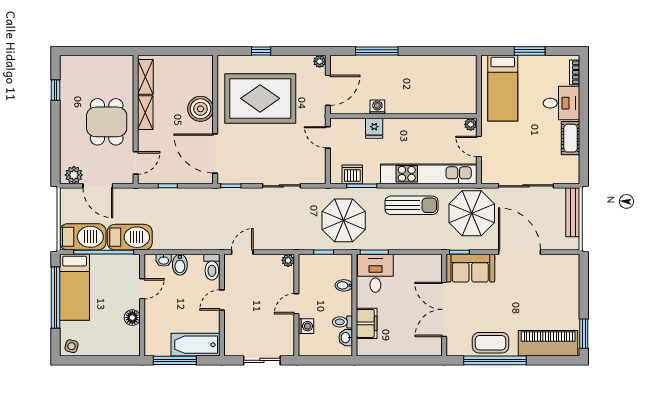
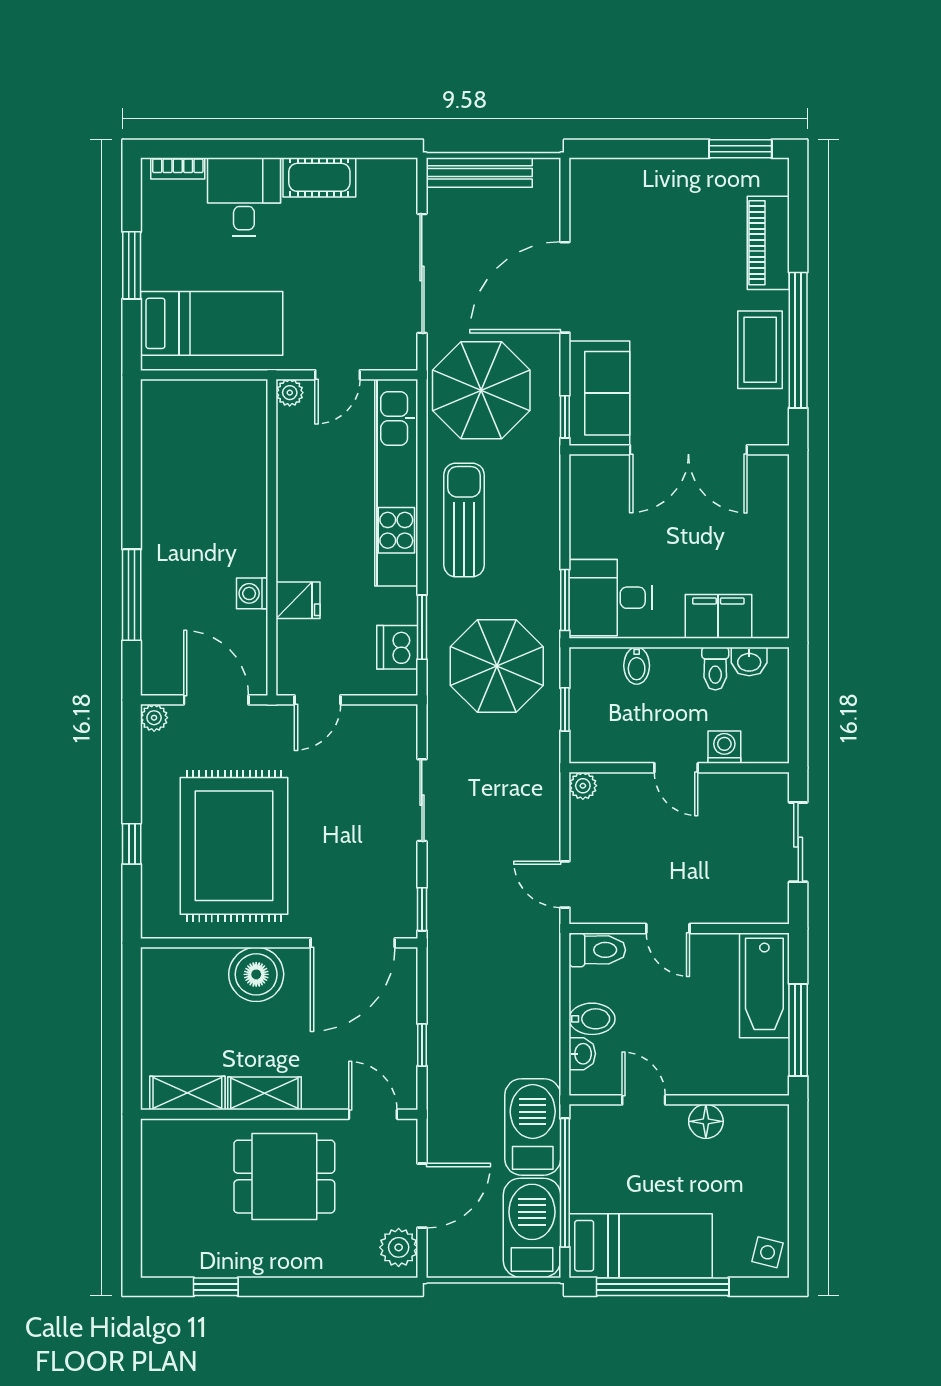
piano: (548, 343) -> (768, 243), width x0.73, depth x0.75

